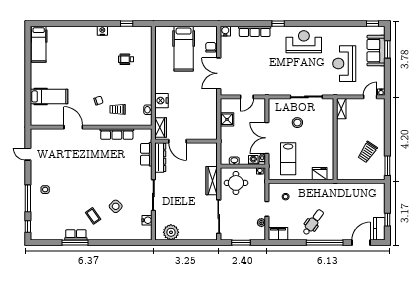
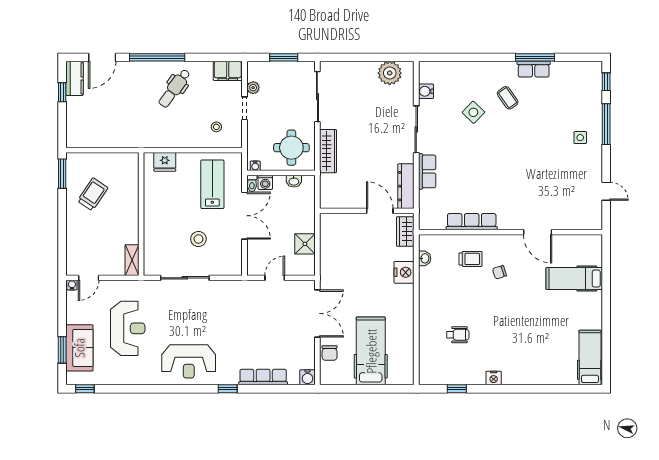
row of seats: (146, 154) -> (427, 171), moved

